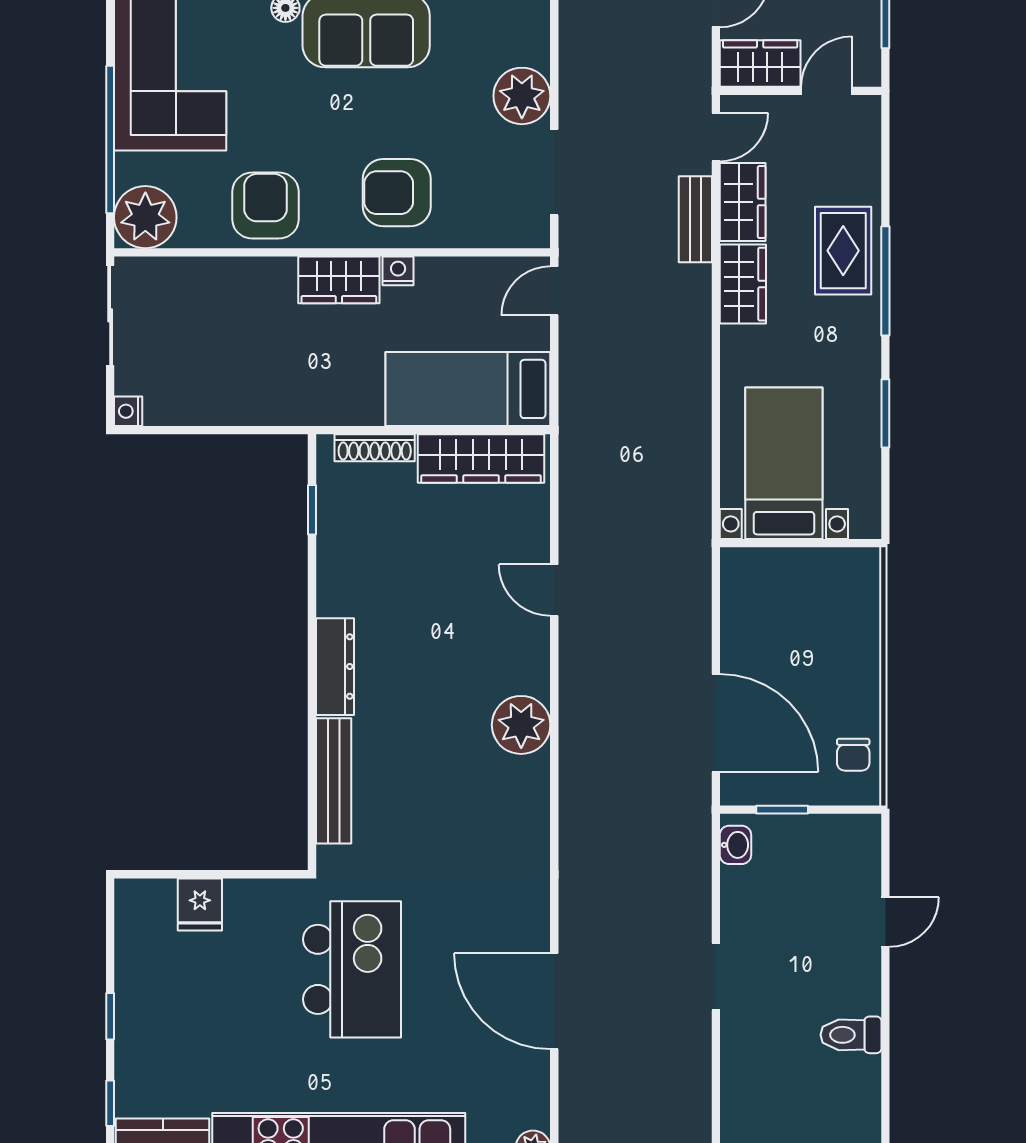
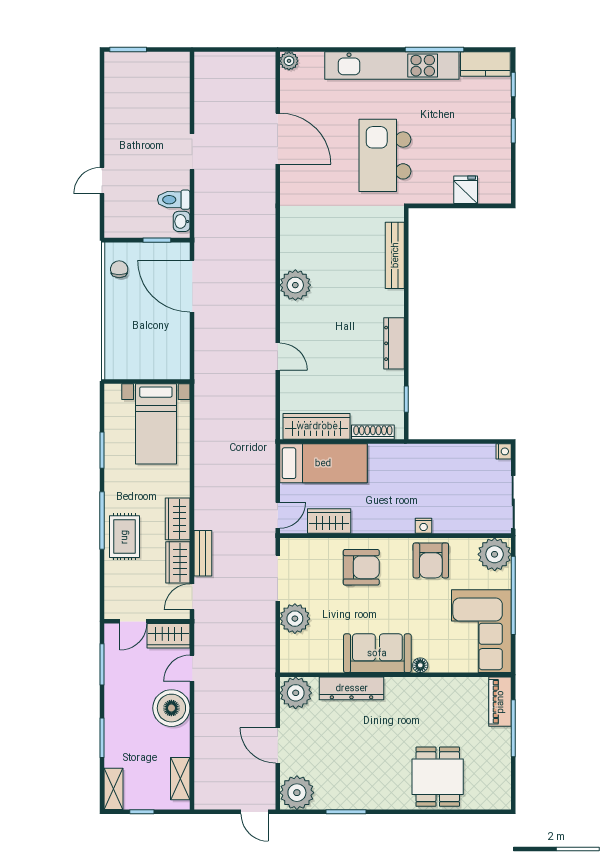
nightstand: (398, 271) -> (424, 526), moved
wardrobe: (339, 280) -> (329, 521), moved
dresser: (335, 667) -> (394, 343), moved
toilet: (851, 1035) -> (174, 200), moved, turned 180

